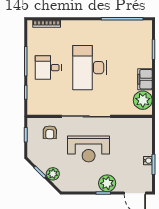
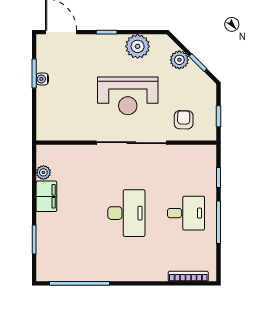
desk: (90, 68) -> (126, 213), width x0.73, depth x0.77
plant: (143, 100) -> (43, 172), width x0.53, depth x0.53
reception desk: (89, 149) -> (128, 96), turned 180
plant: (107, 183) -> (138, 46), moved

